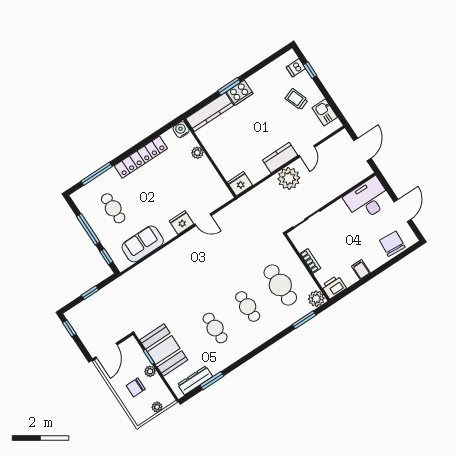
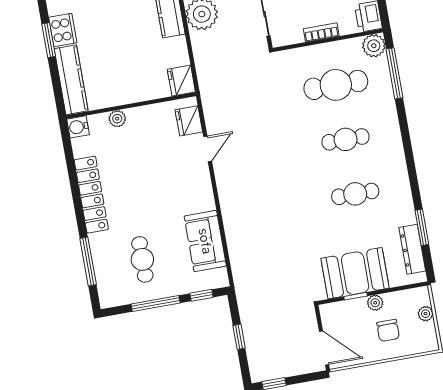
cafe table: (113, 208) -> (142, 259), turned 90
fridge: (181, 222) -> (189, 121), moved
window: (304, 320) -> (394, 73), width x1.44

